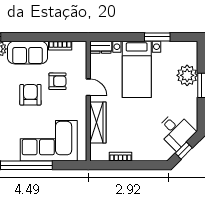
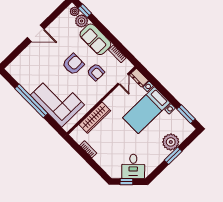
window: (157, 37) -> (186, 114), moved
door: (88, 87) -> (123, 79), moved

